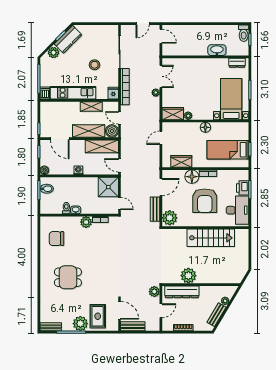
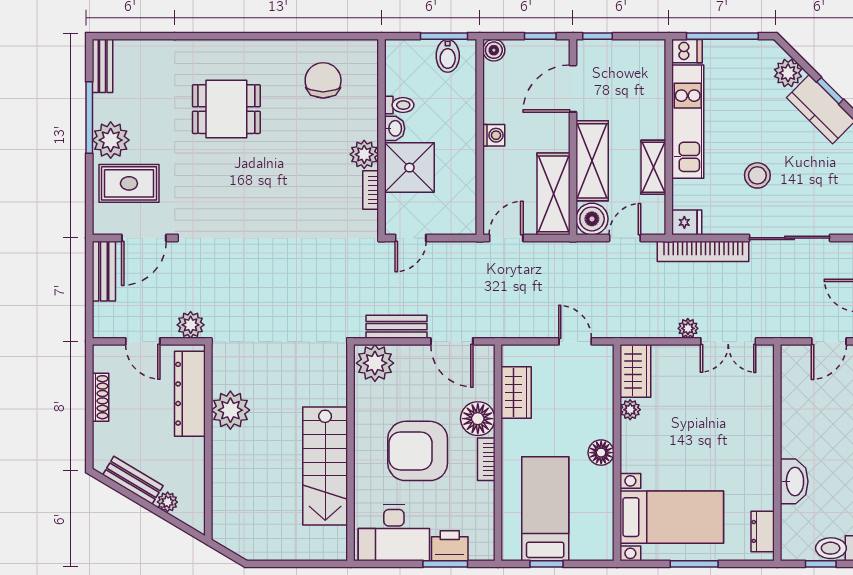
shower: (108, 187) -> (409, 168), moved
dining table: (68, 277) -> (226, 109), turned 90

